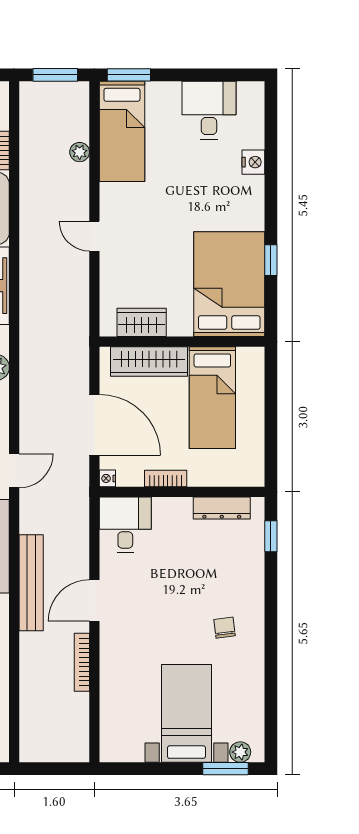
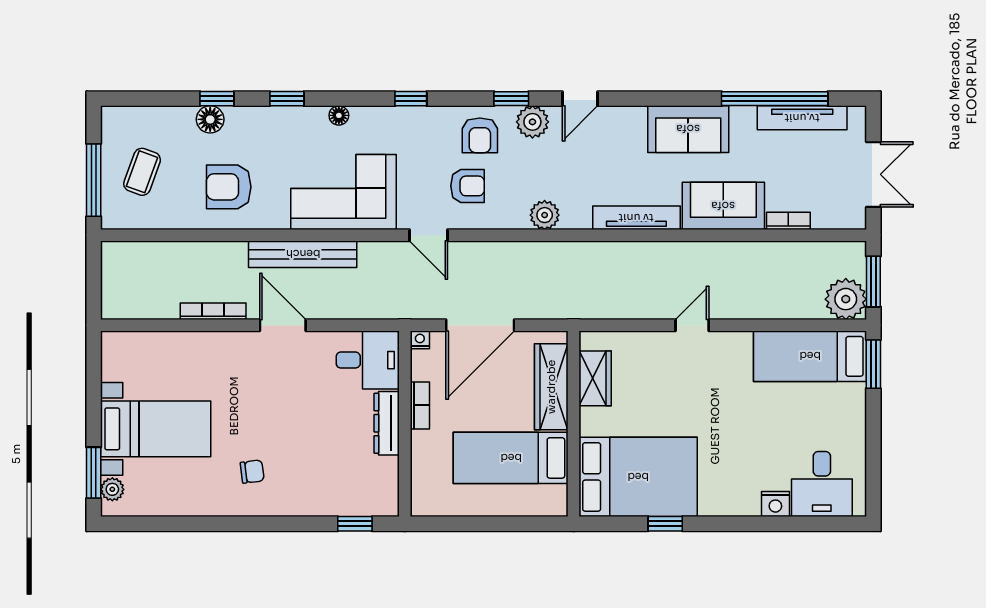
desk: (209, 110) -> (822, 484), moved, turned 90
plant: (80, 152) -> (846, 299), moved, width x1.88, depth x1.88
dresser: (222, 508) -> (387, 423), moved

